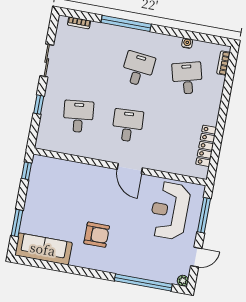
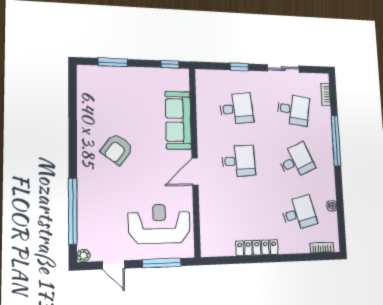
desk: (89, 60) -> (293, 110), added
desk: (138, 69) -> (296, 161), turned -30
locker: (206, 146) -> (257, 248), moved
armchair: (97, 235) -> (117, 149), turned 37
sofa: (43, 249) -> (178, 120), moved, turned 180

